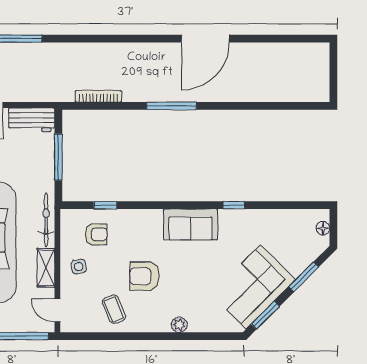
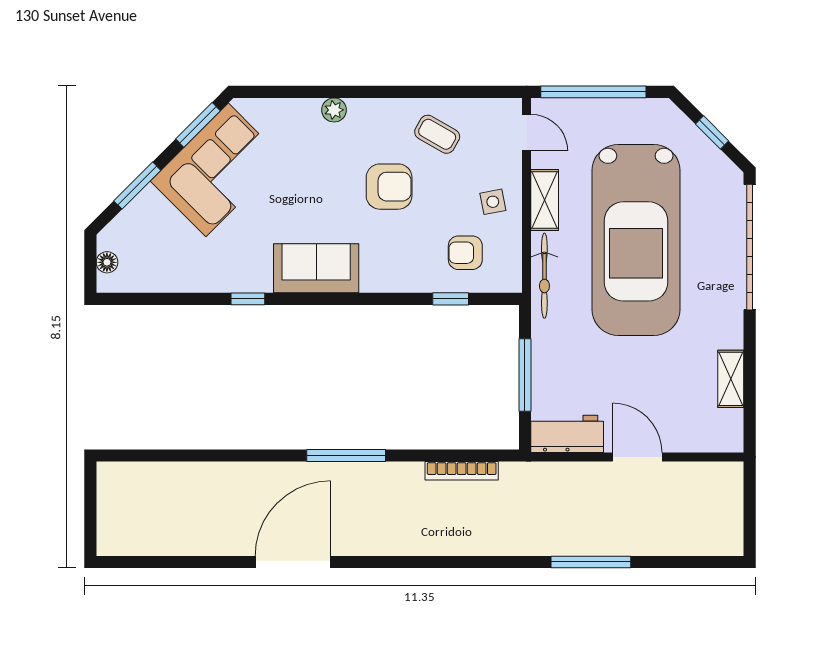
coffee table: (114, 309) -> (437, 134), turned -37

